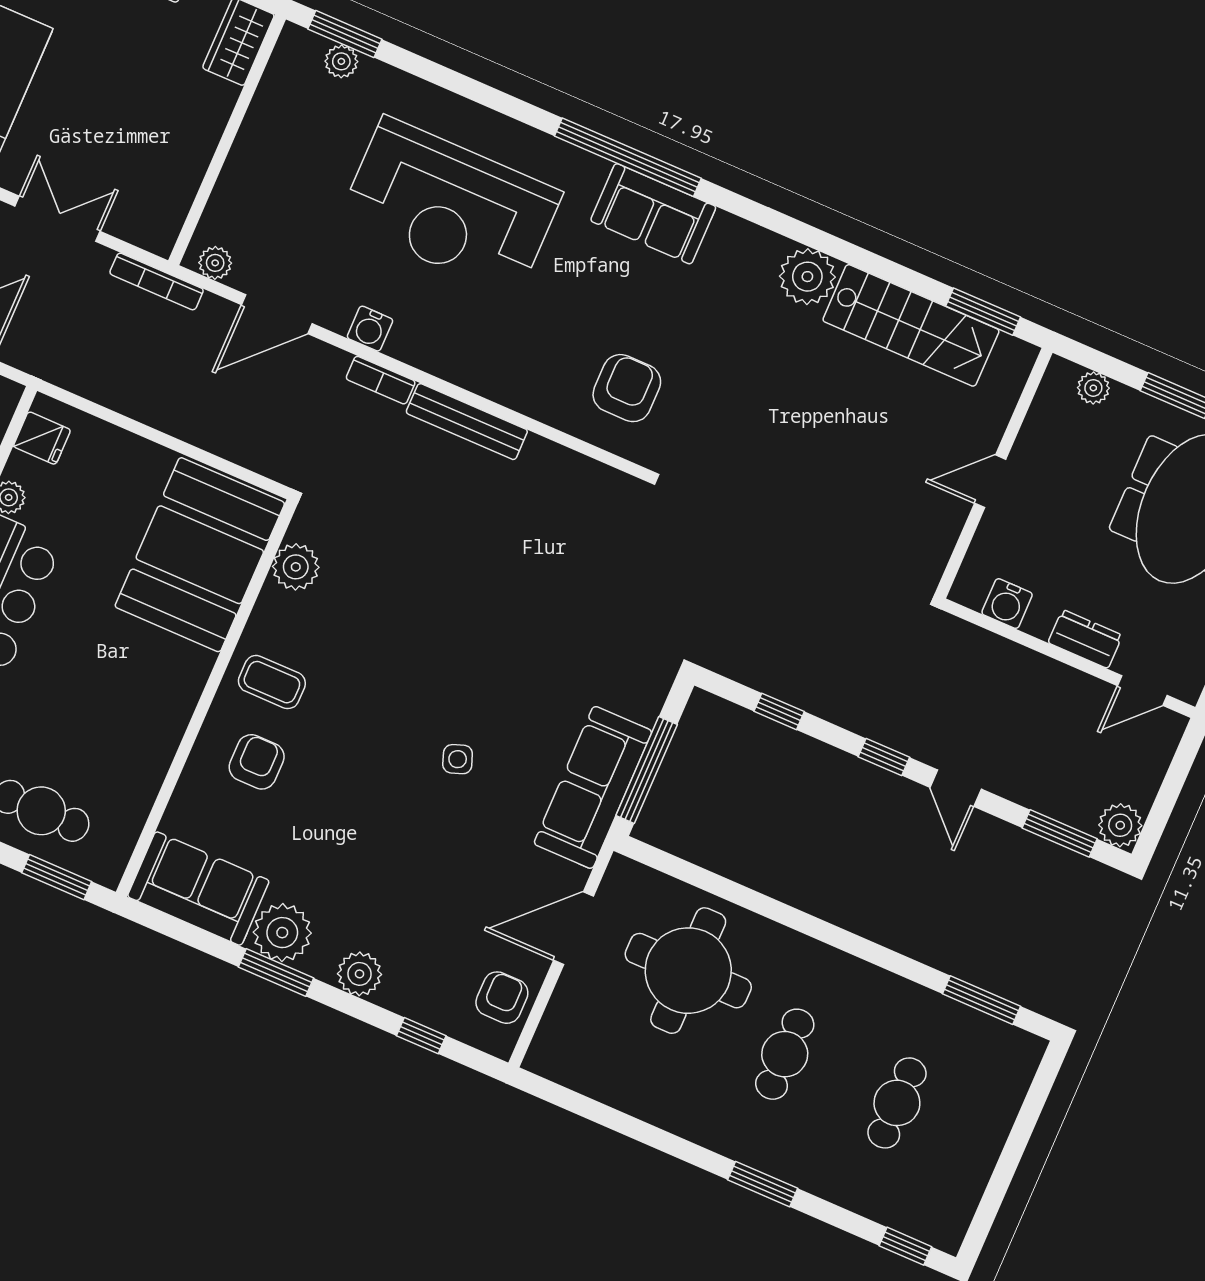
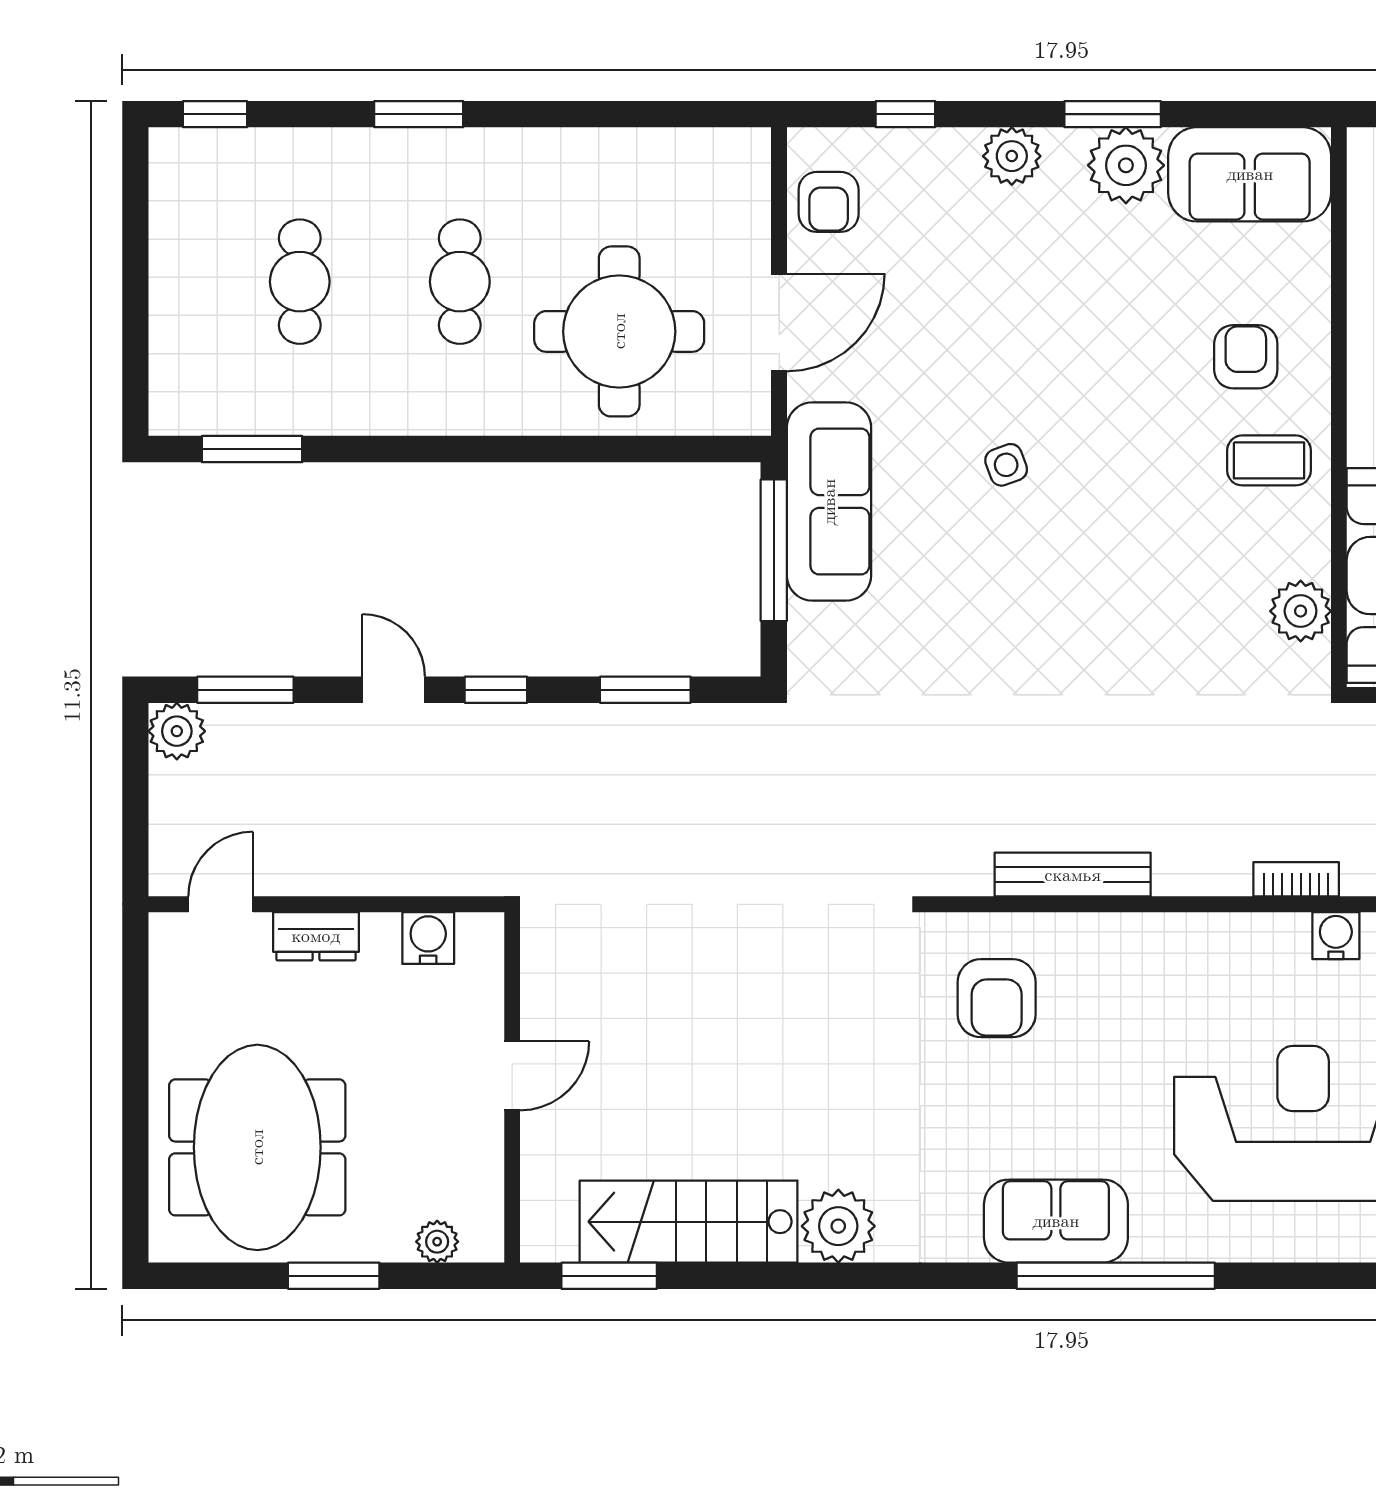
bench: (467, 422) -> (1073, 875), moved
window: (779, 711) -> (645, 690), width x1.50
armchair: (257, 762) -> (1246, 357), turned 180

